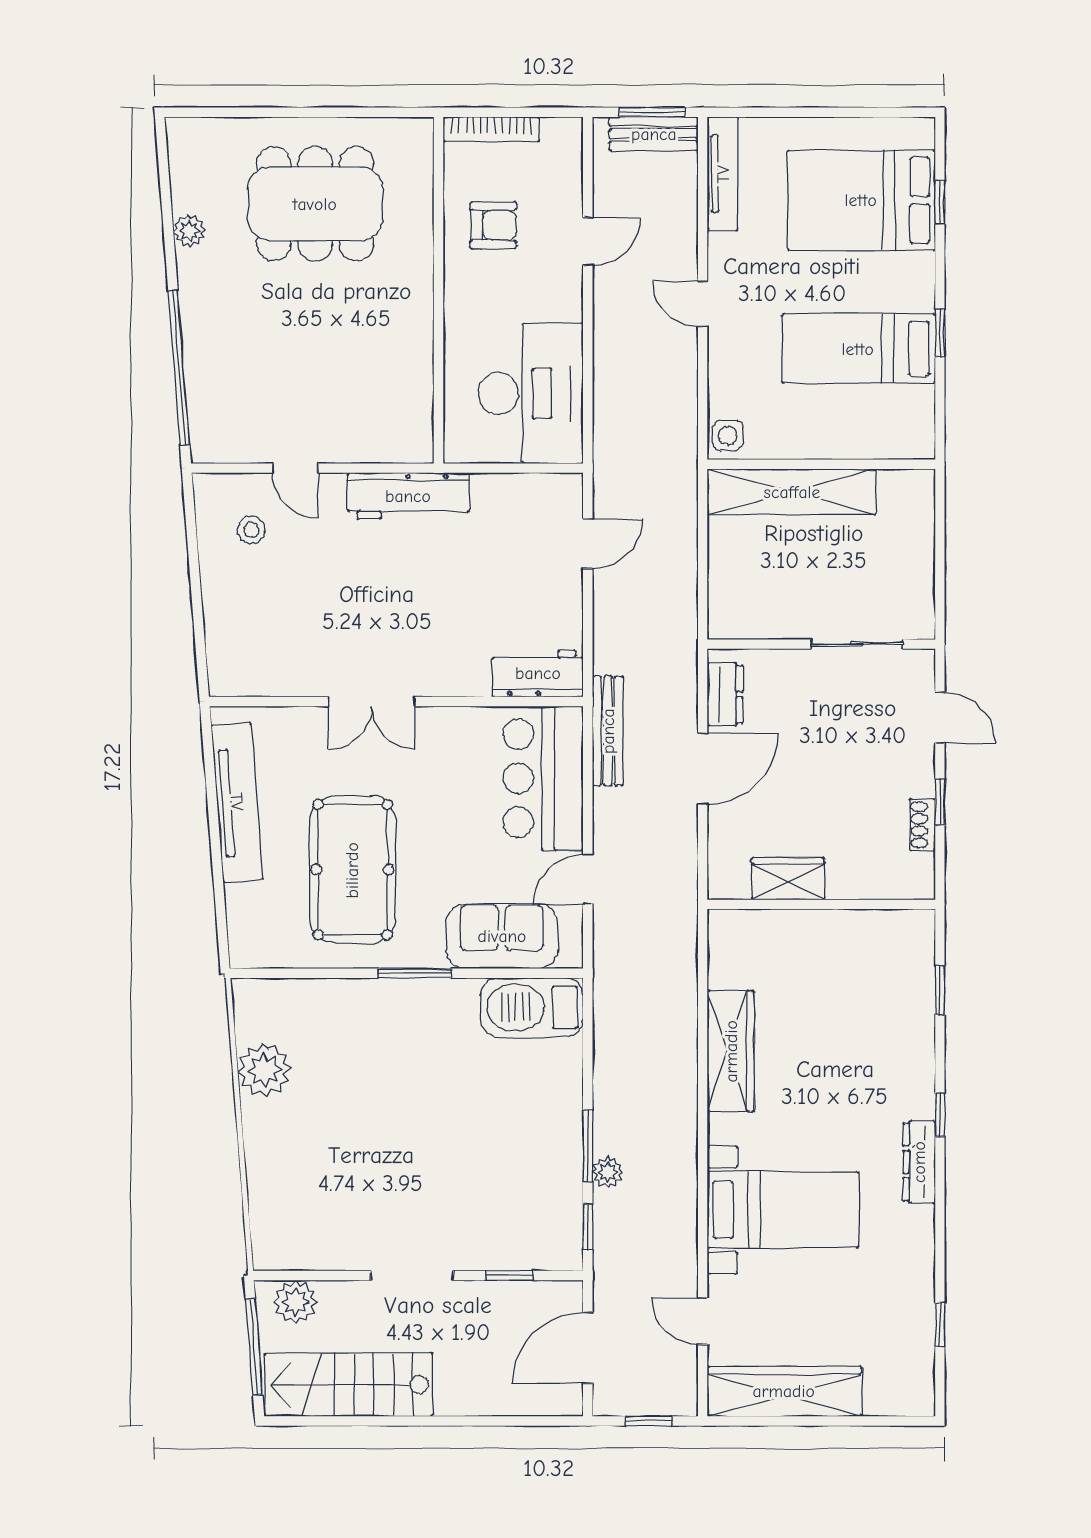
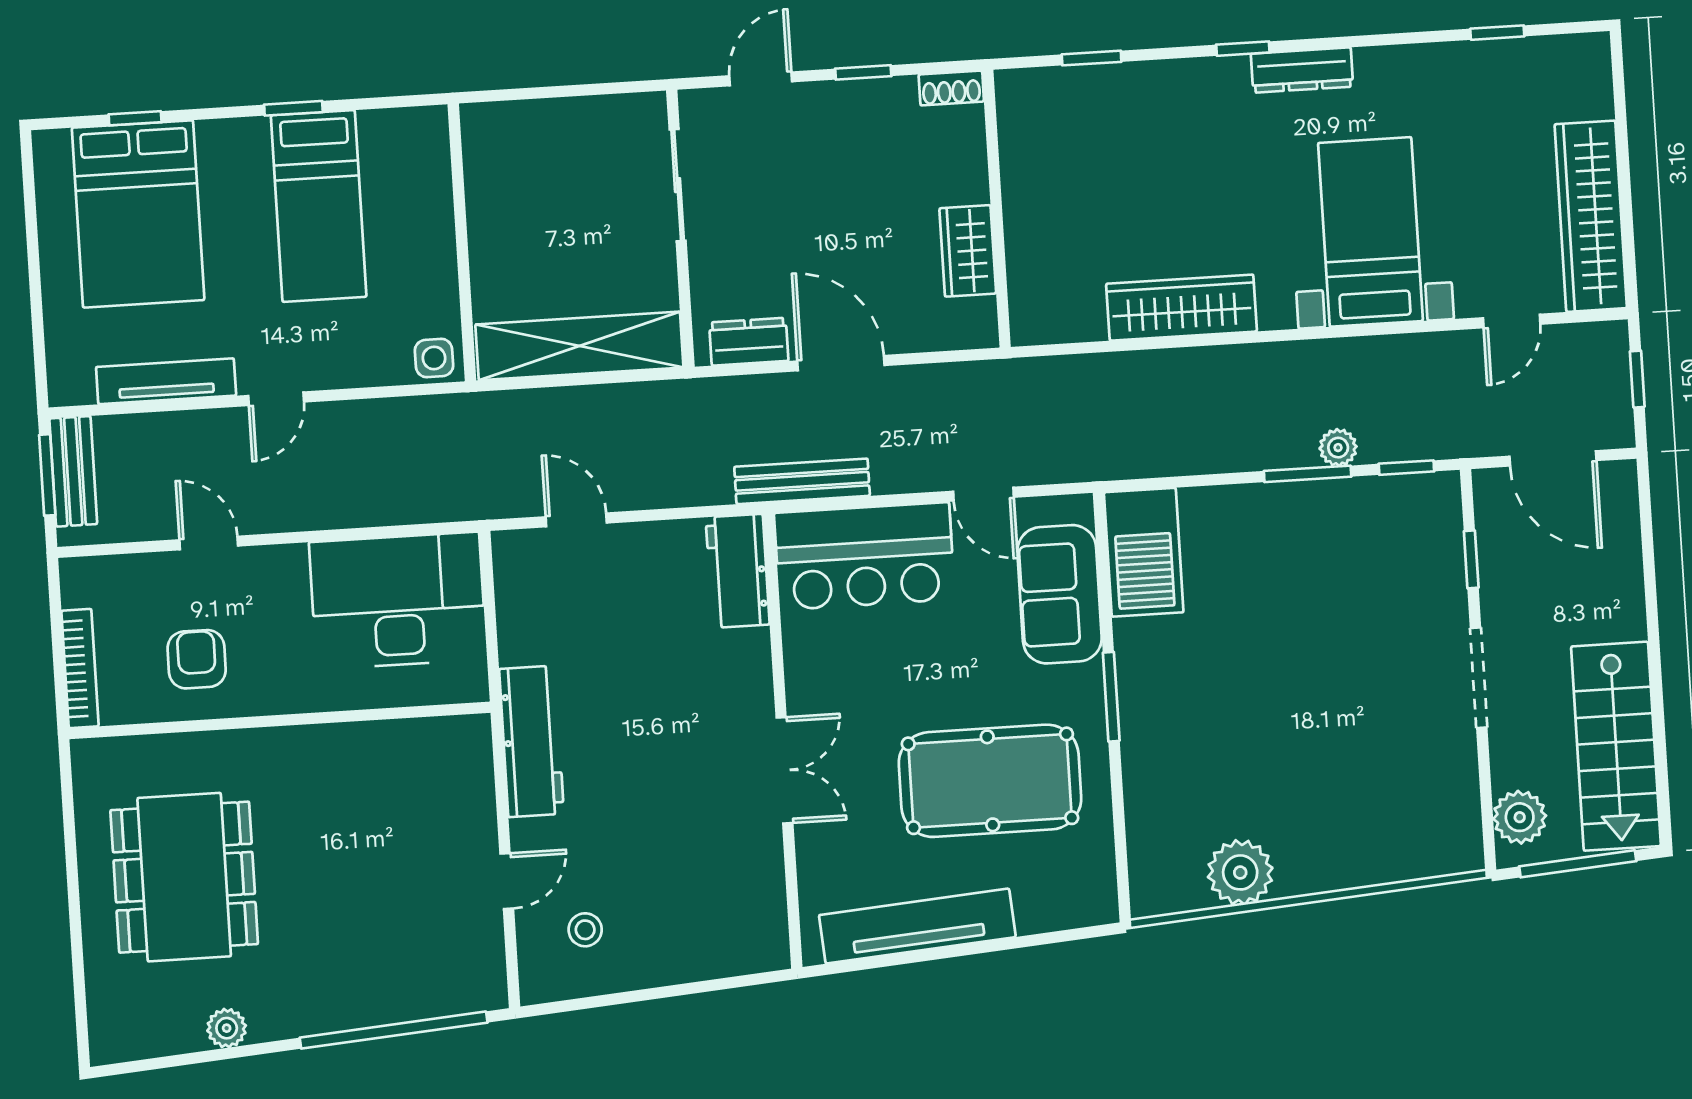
tv unit: (723, 174) -> (166, 381), moved
shelving: (792, 492) -> (579, 346), moved, turned 90
shoe rack: (923, 825) -> (951, 88), moved

